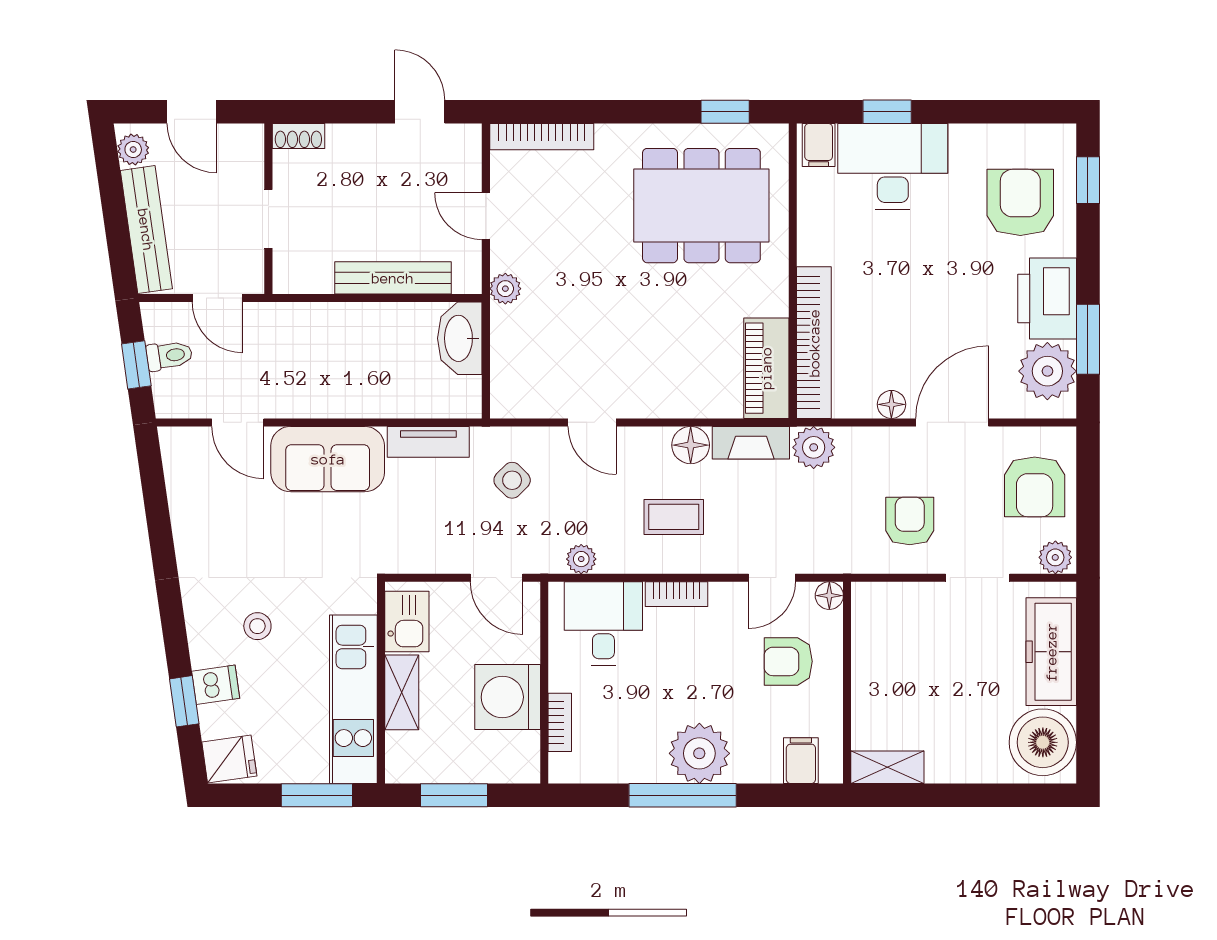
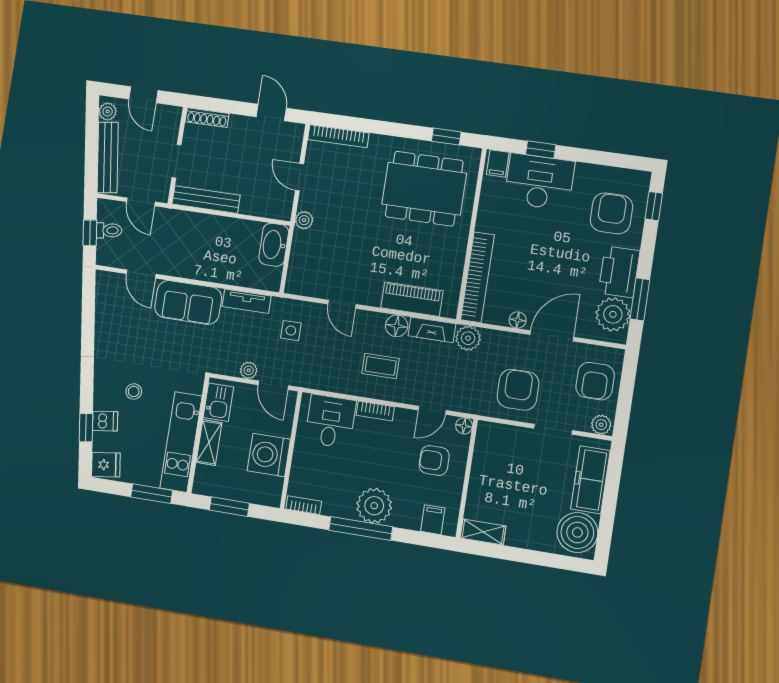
shoe rack: (298, 136) -> (207, 118), width x1.43
bench: (393, 278) -> (206, 200), moved
piano: (766, 368) -> (412, 299), moved, turned 90
side table: (512, 480) -> (291, 331), turned 45
armchair: (910, 521) -> (518, 390), width x1.38, depth x1.38
plant: (581, 559) -> (249, 370), moved
bookcase: (560, 722) -> (304, 505), moved, turned -90

